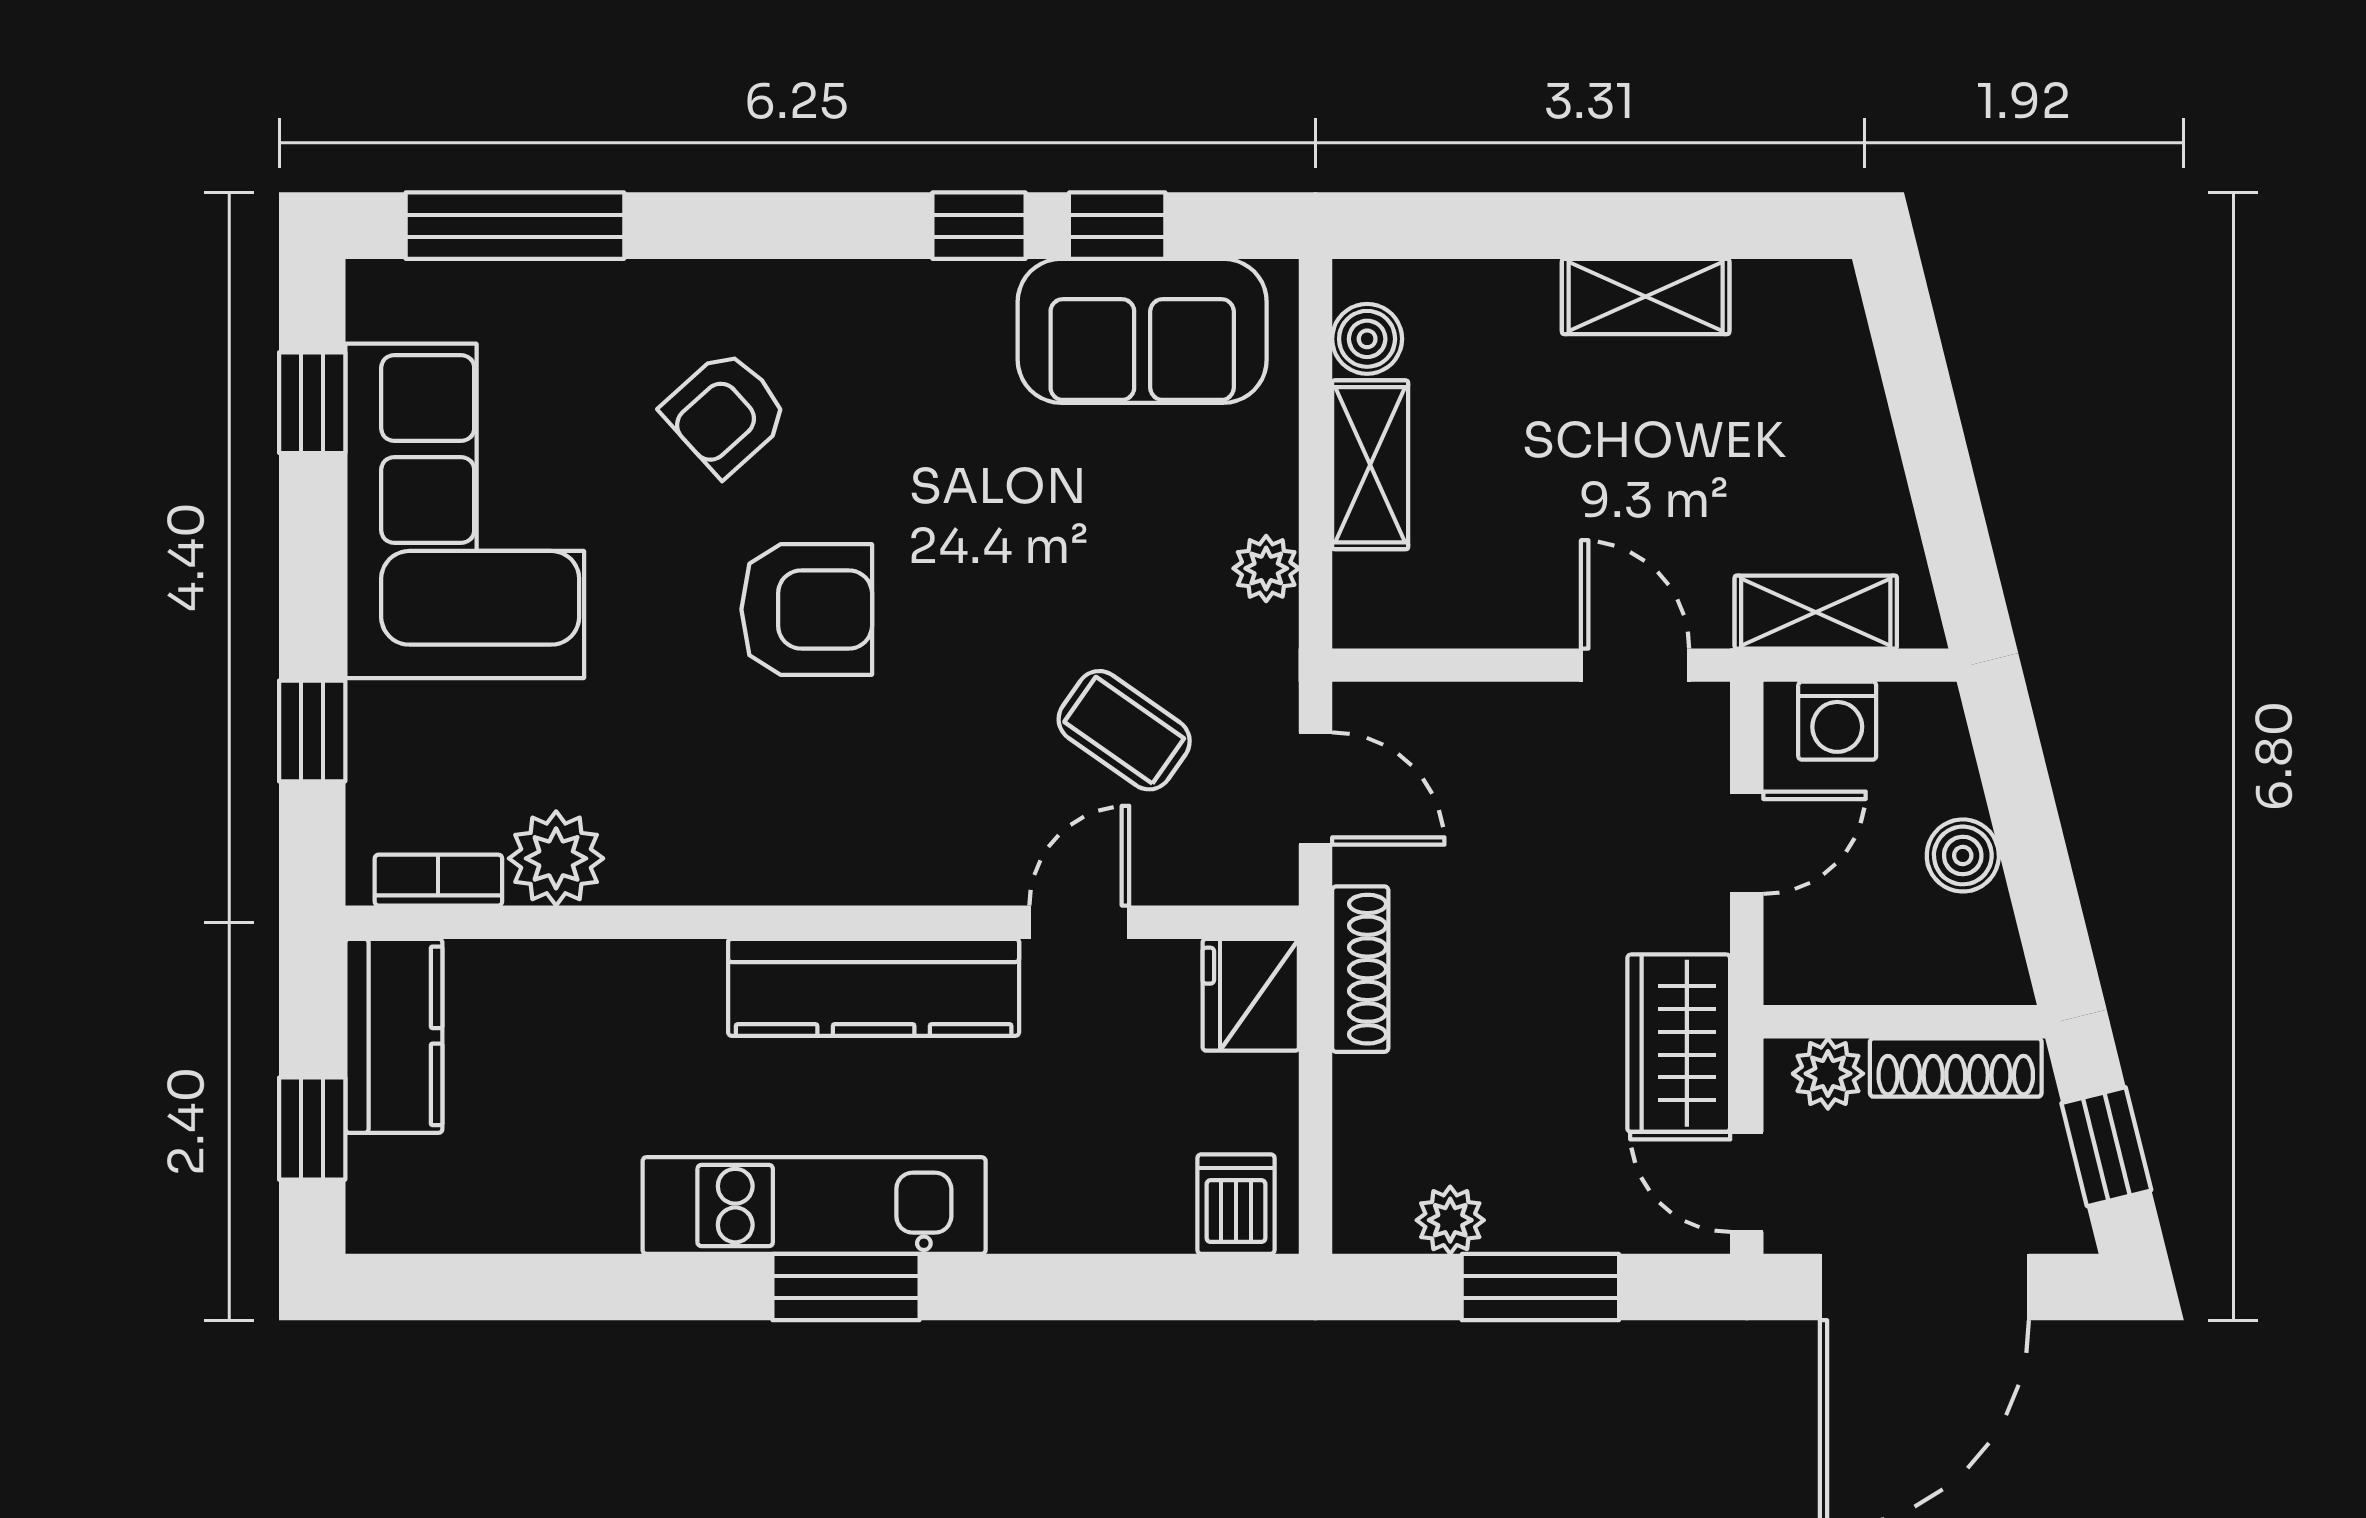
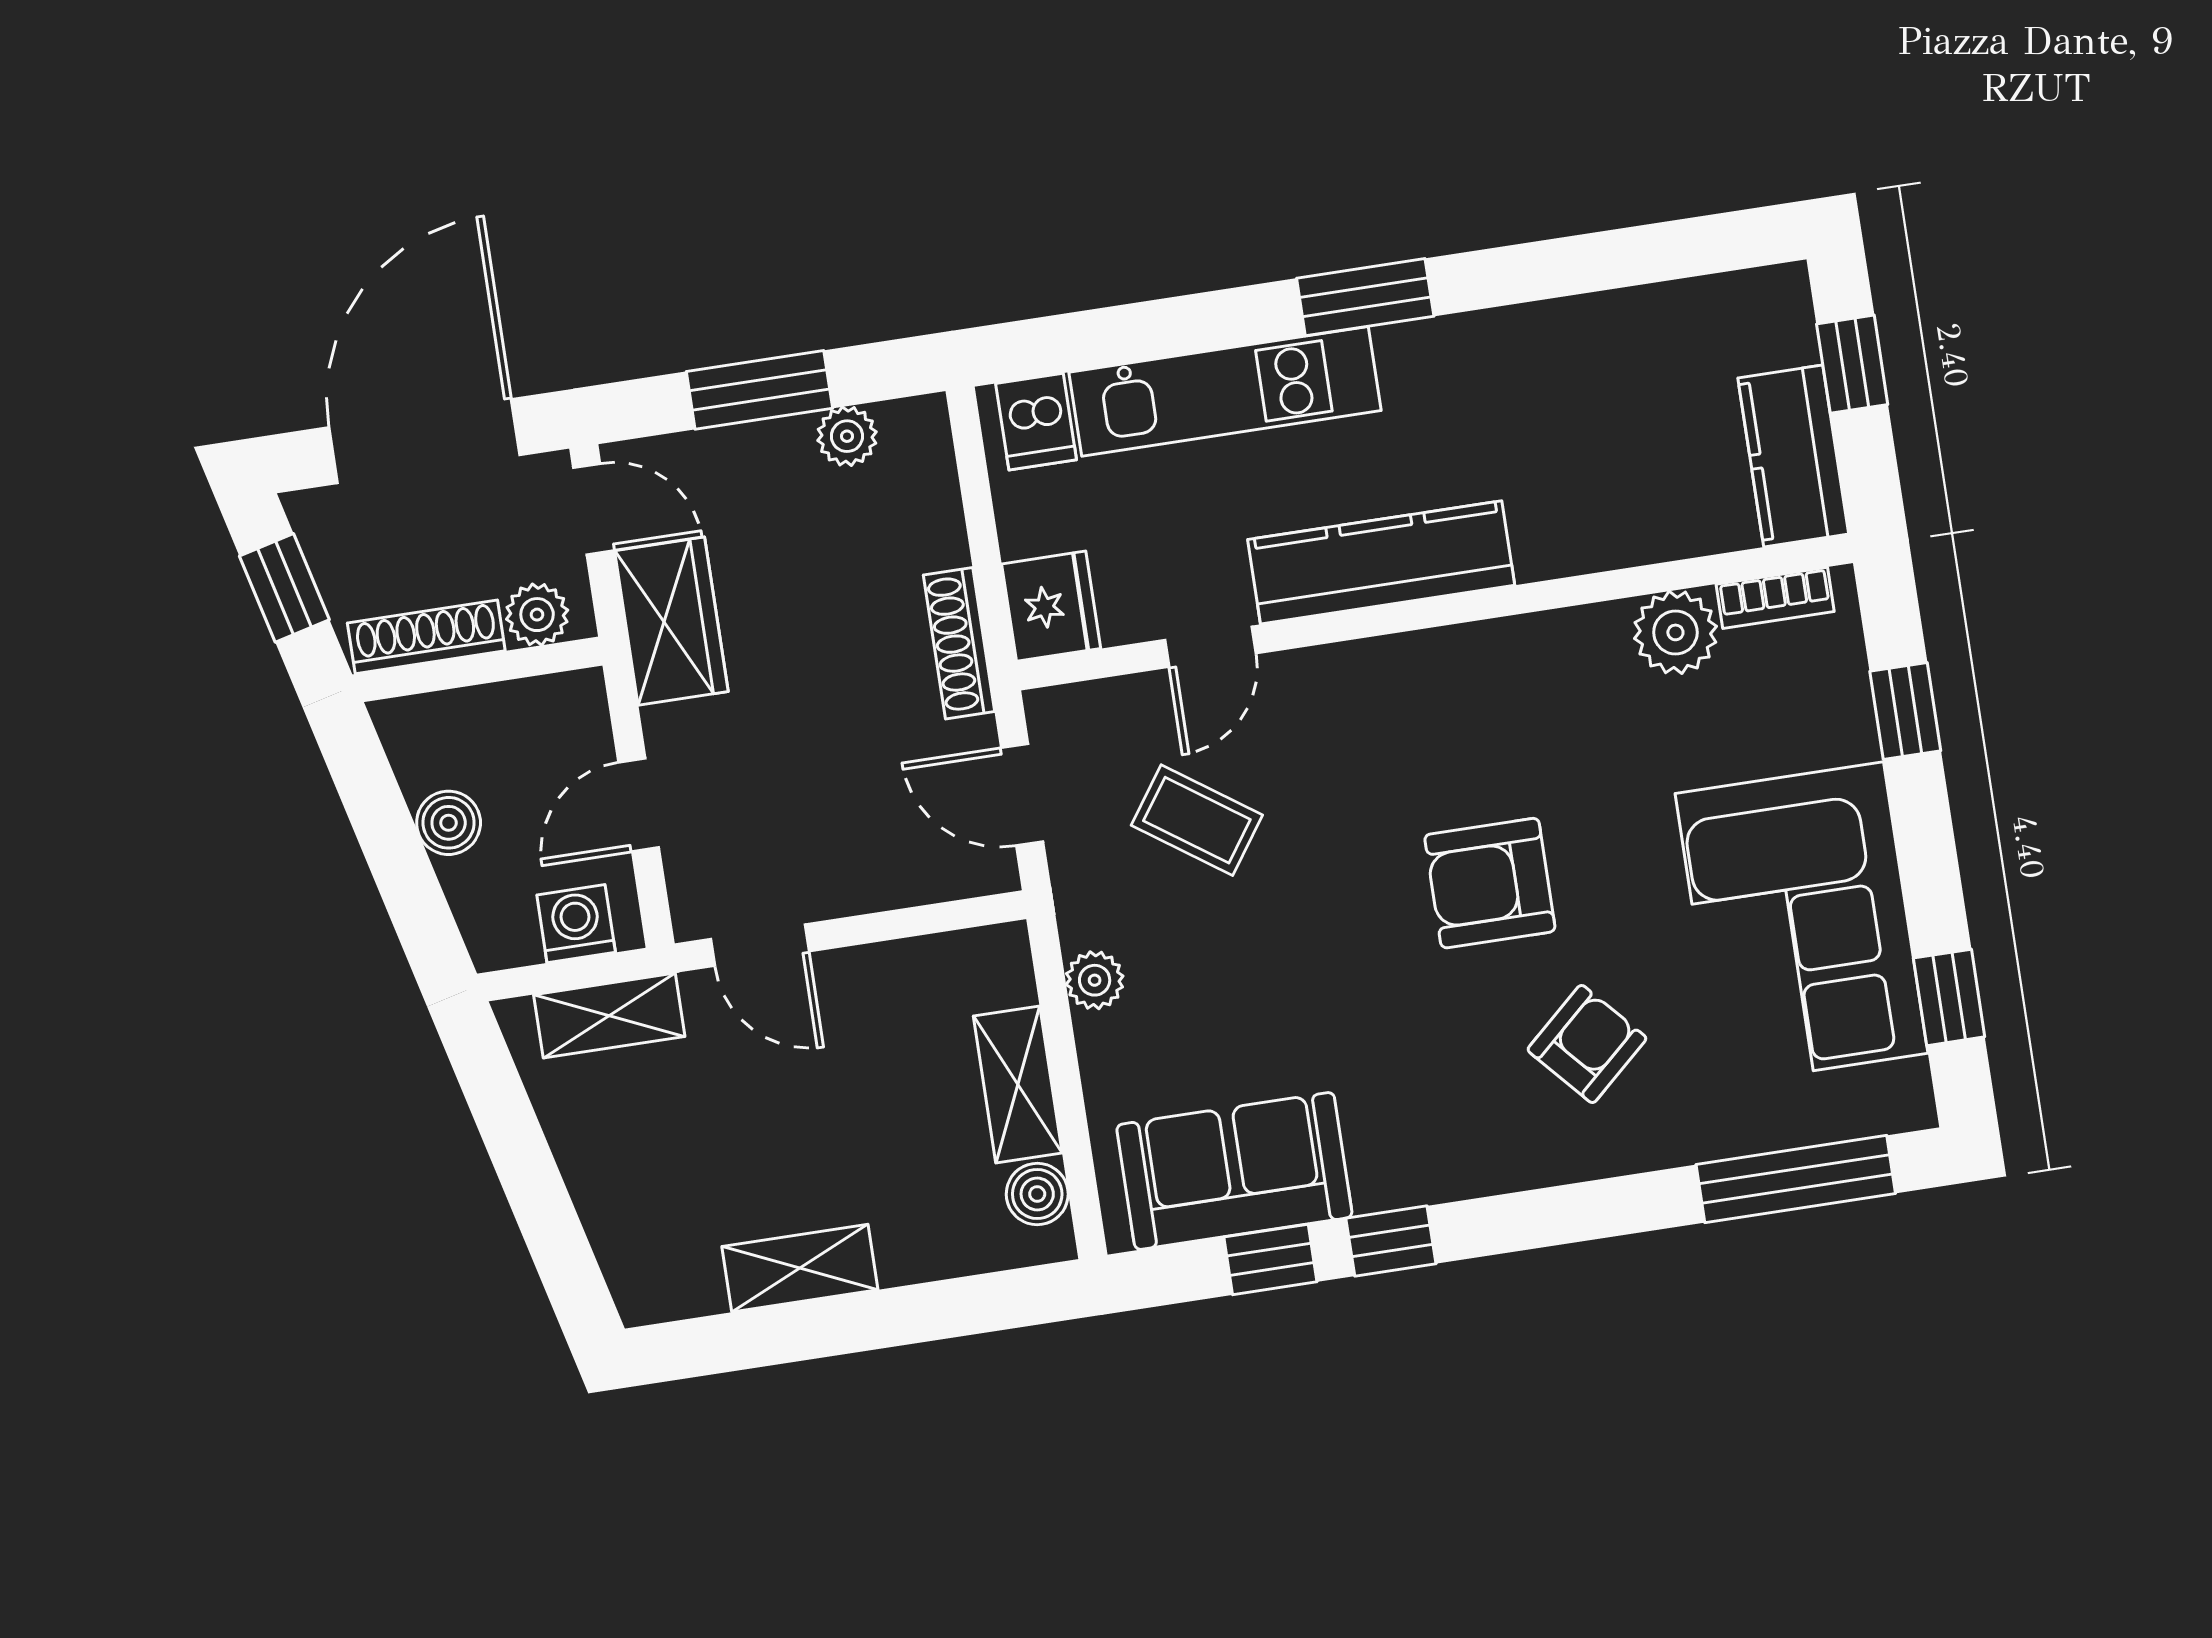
kitchen unit: (814, 1206) -> (1225, 391), moved

